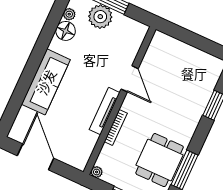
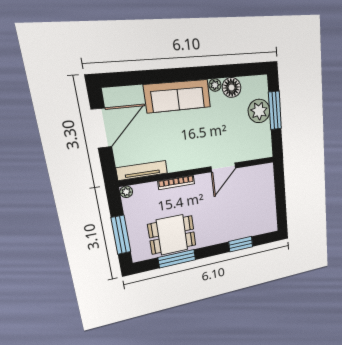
plant: (69, 14) -> (215, 85), moved
tv unit: (105, 111) -> (142, 170), moved

